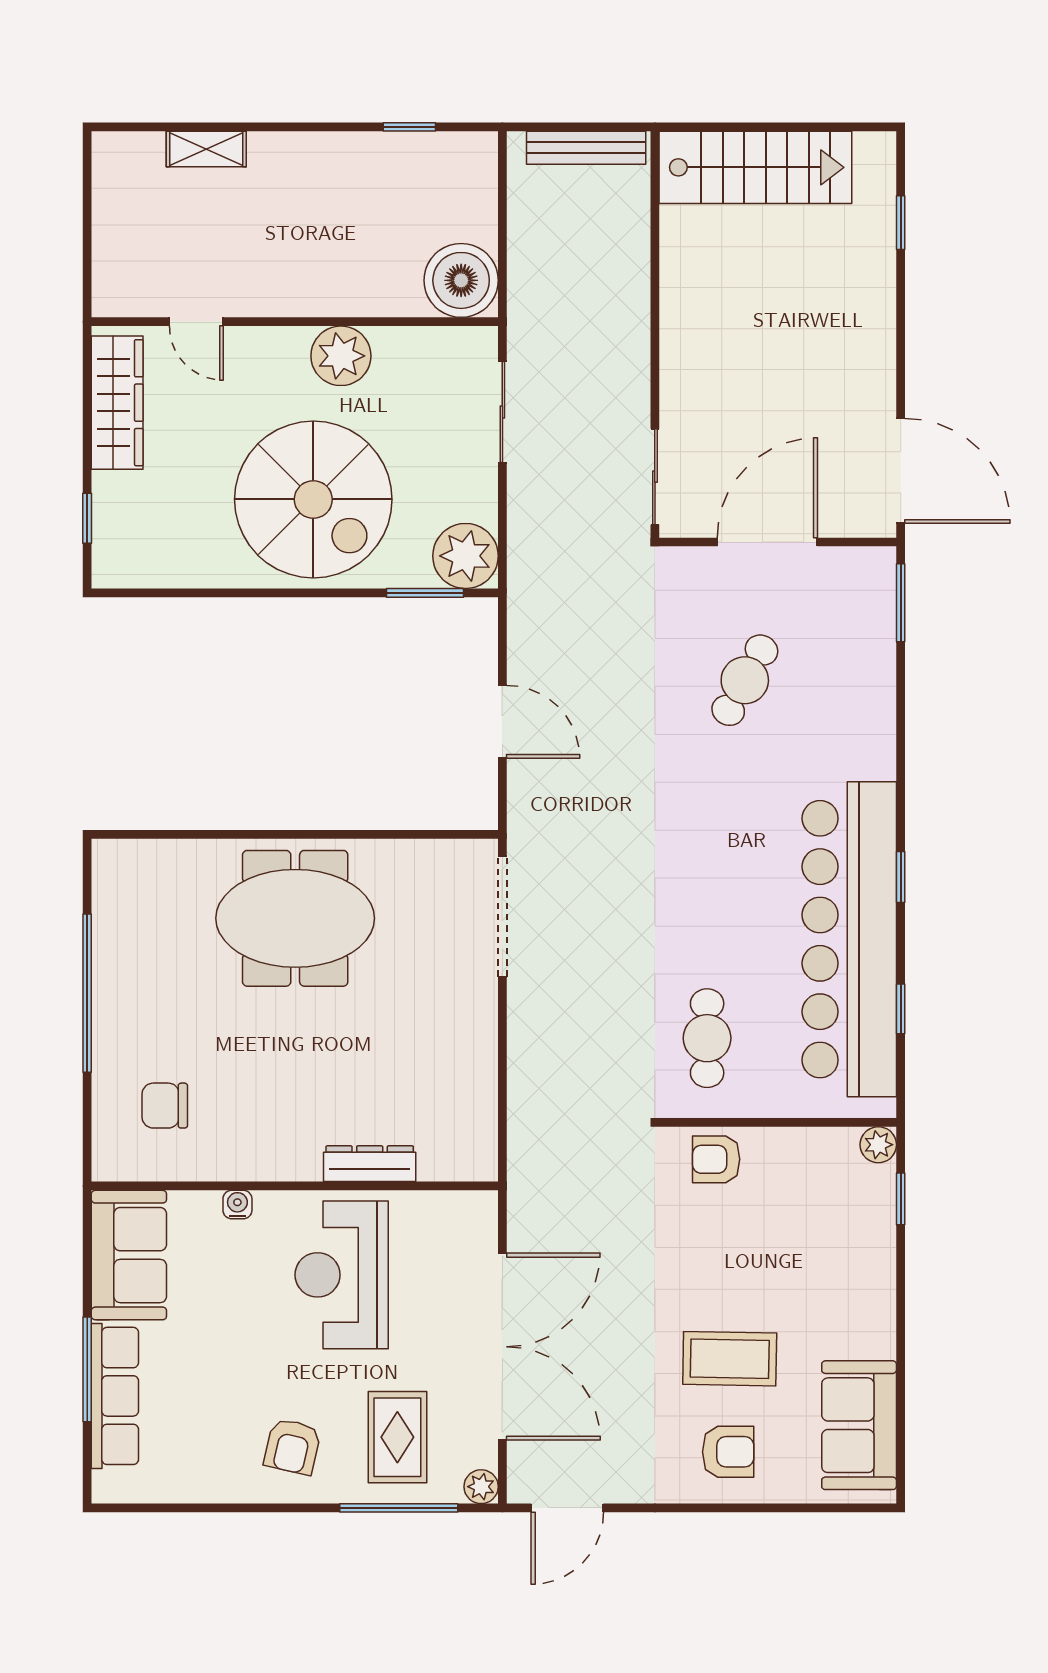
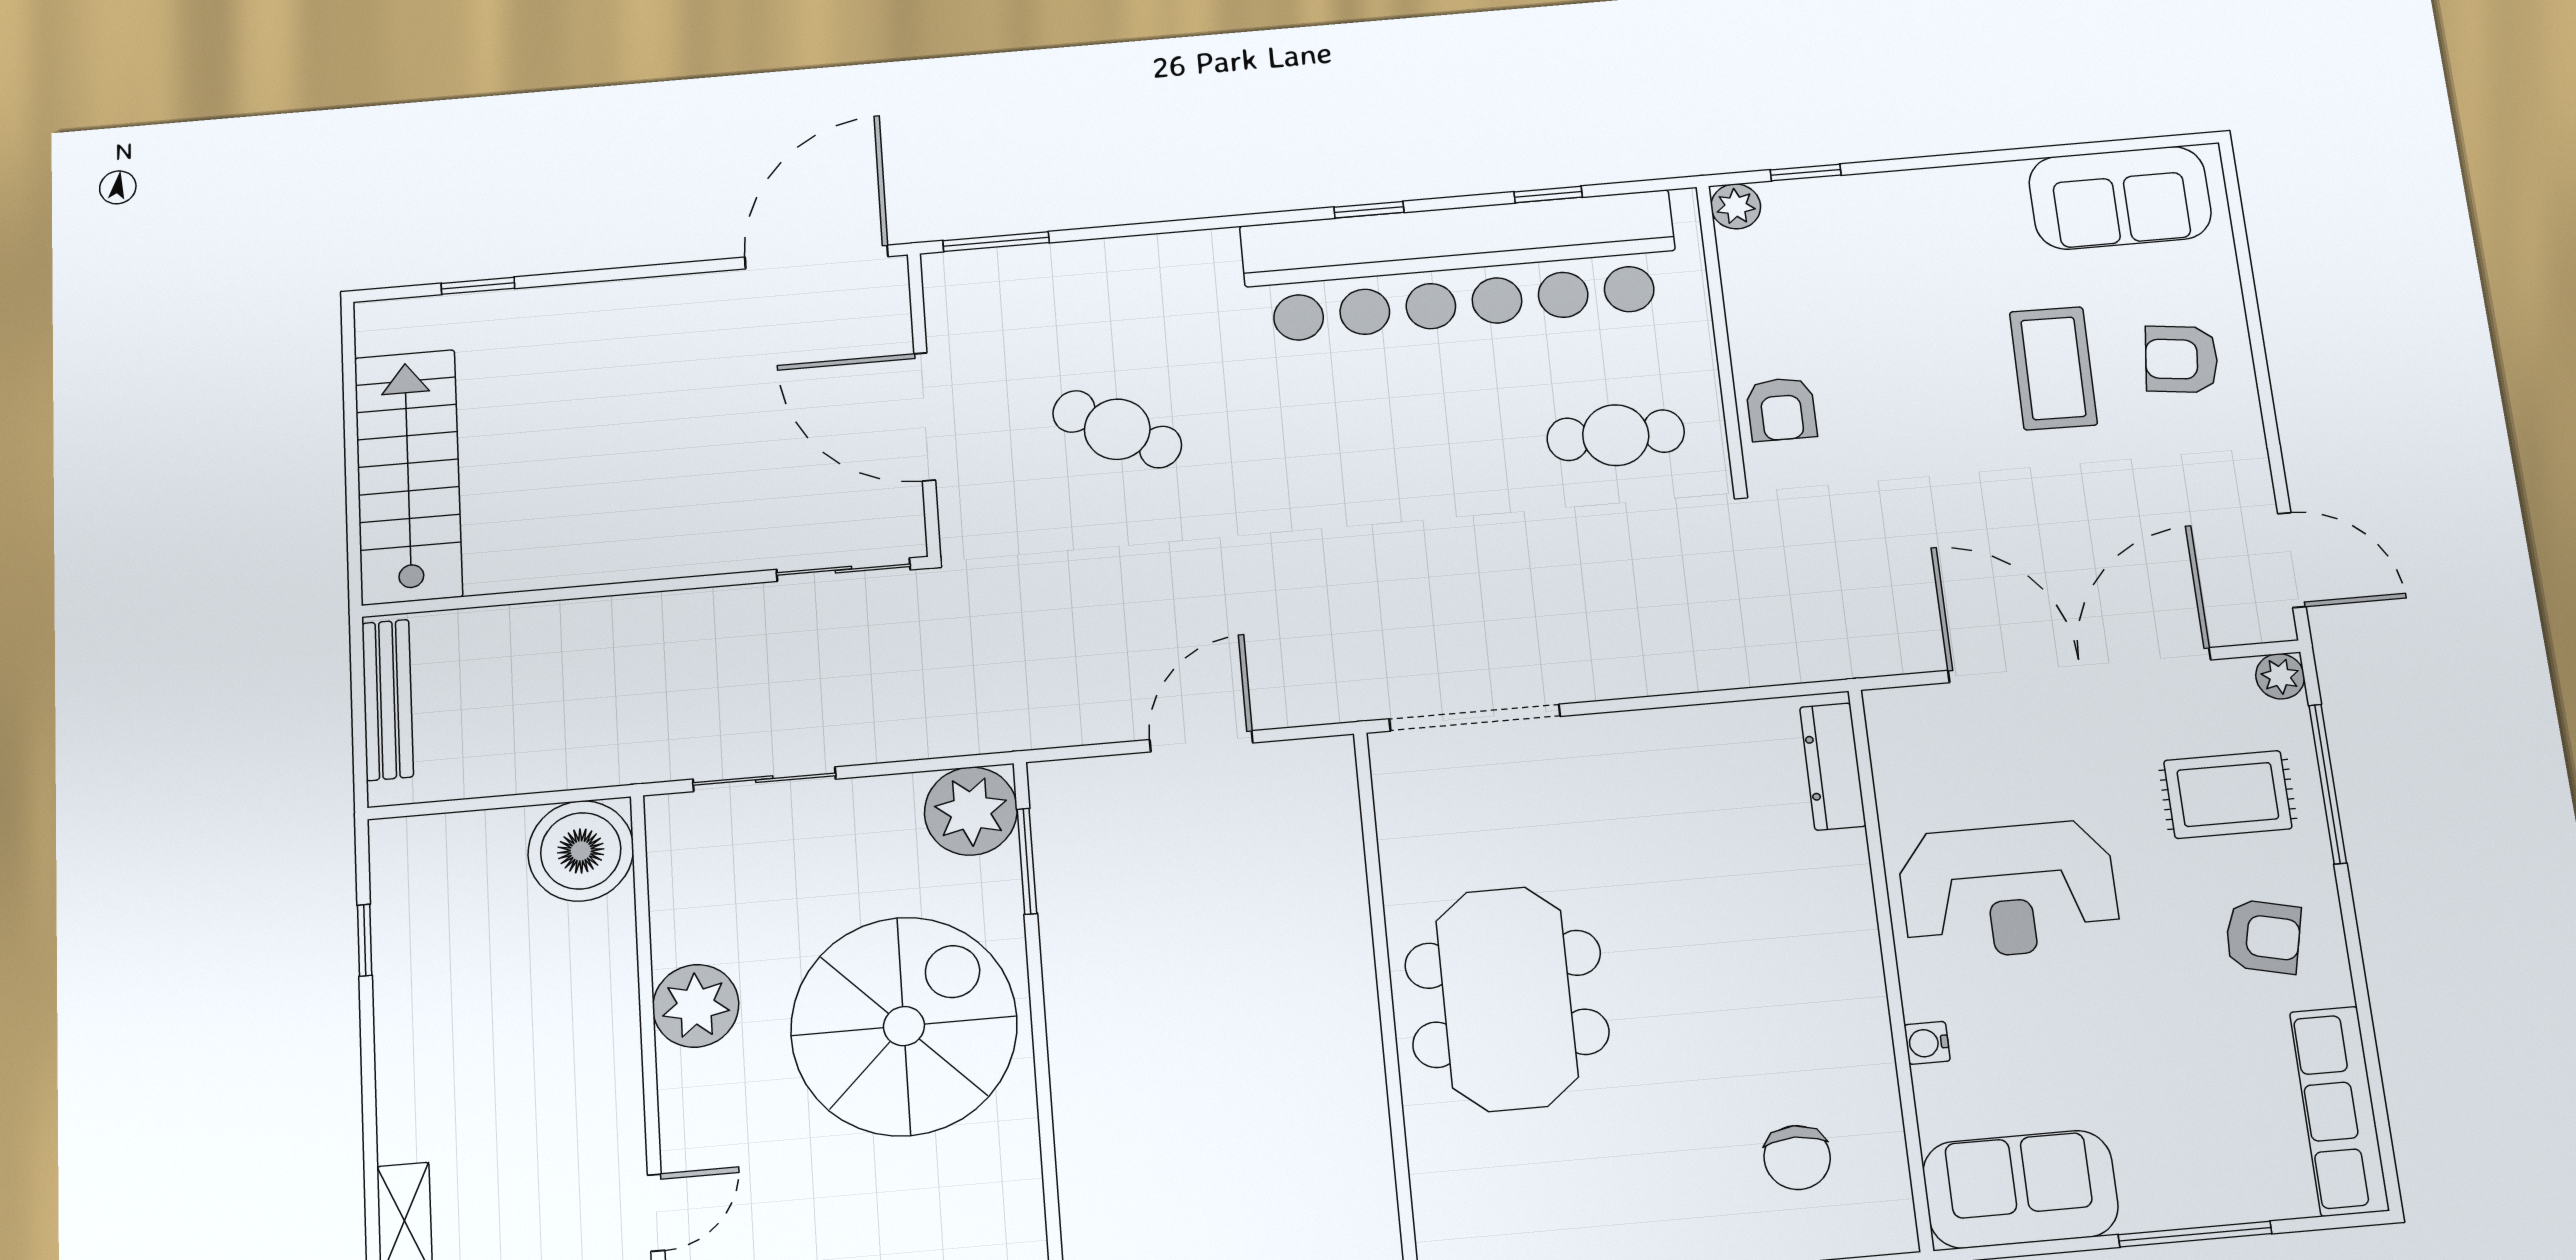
dresser: (370, 1164) -> (1833, 767), moved
row of seats: (115, 1396) -> (2339, 1111), moved, turned -90
armchair: (728, 1452) -> (2181, 359), turned -83

